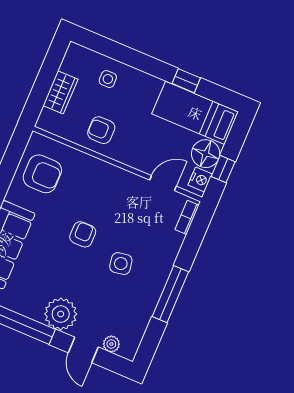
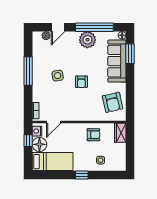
window: (186, 81) -> (82, 175), moved
wardrobe: (60, 92) -> (120, 133), moved
armchair: (42, 174) -> (113, 102), turned -103
plant: (61, 314) -> (87, 40), moved
door: (83, 350) -> (58, 27), swing flipped

